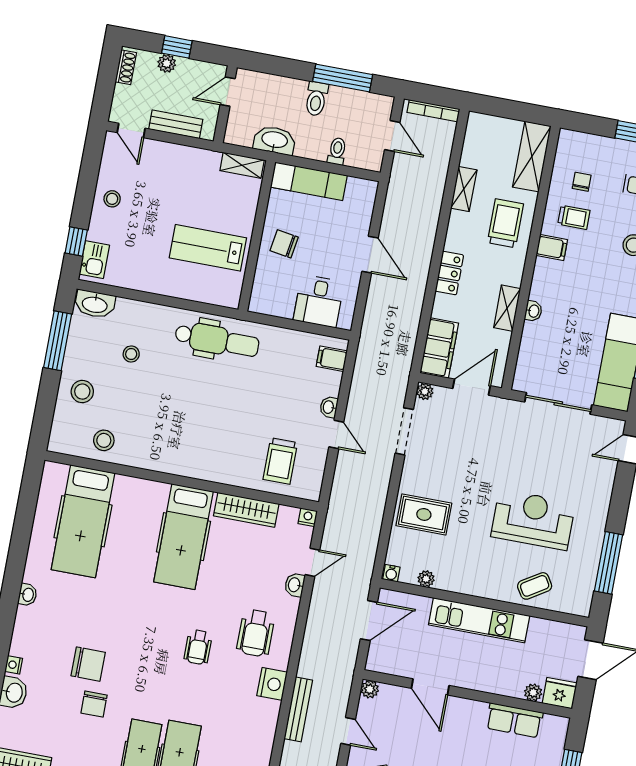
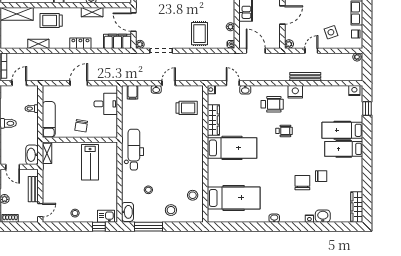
washbasin: (275, 140) -> (32, 155), moved

